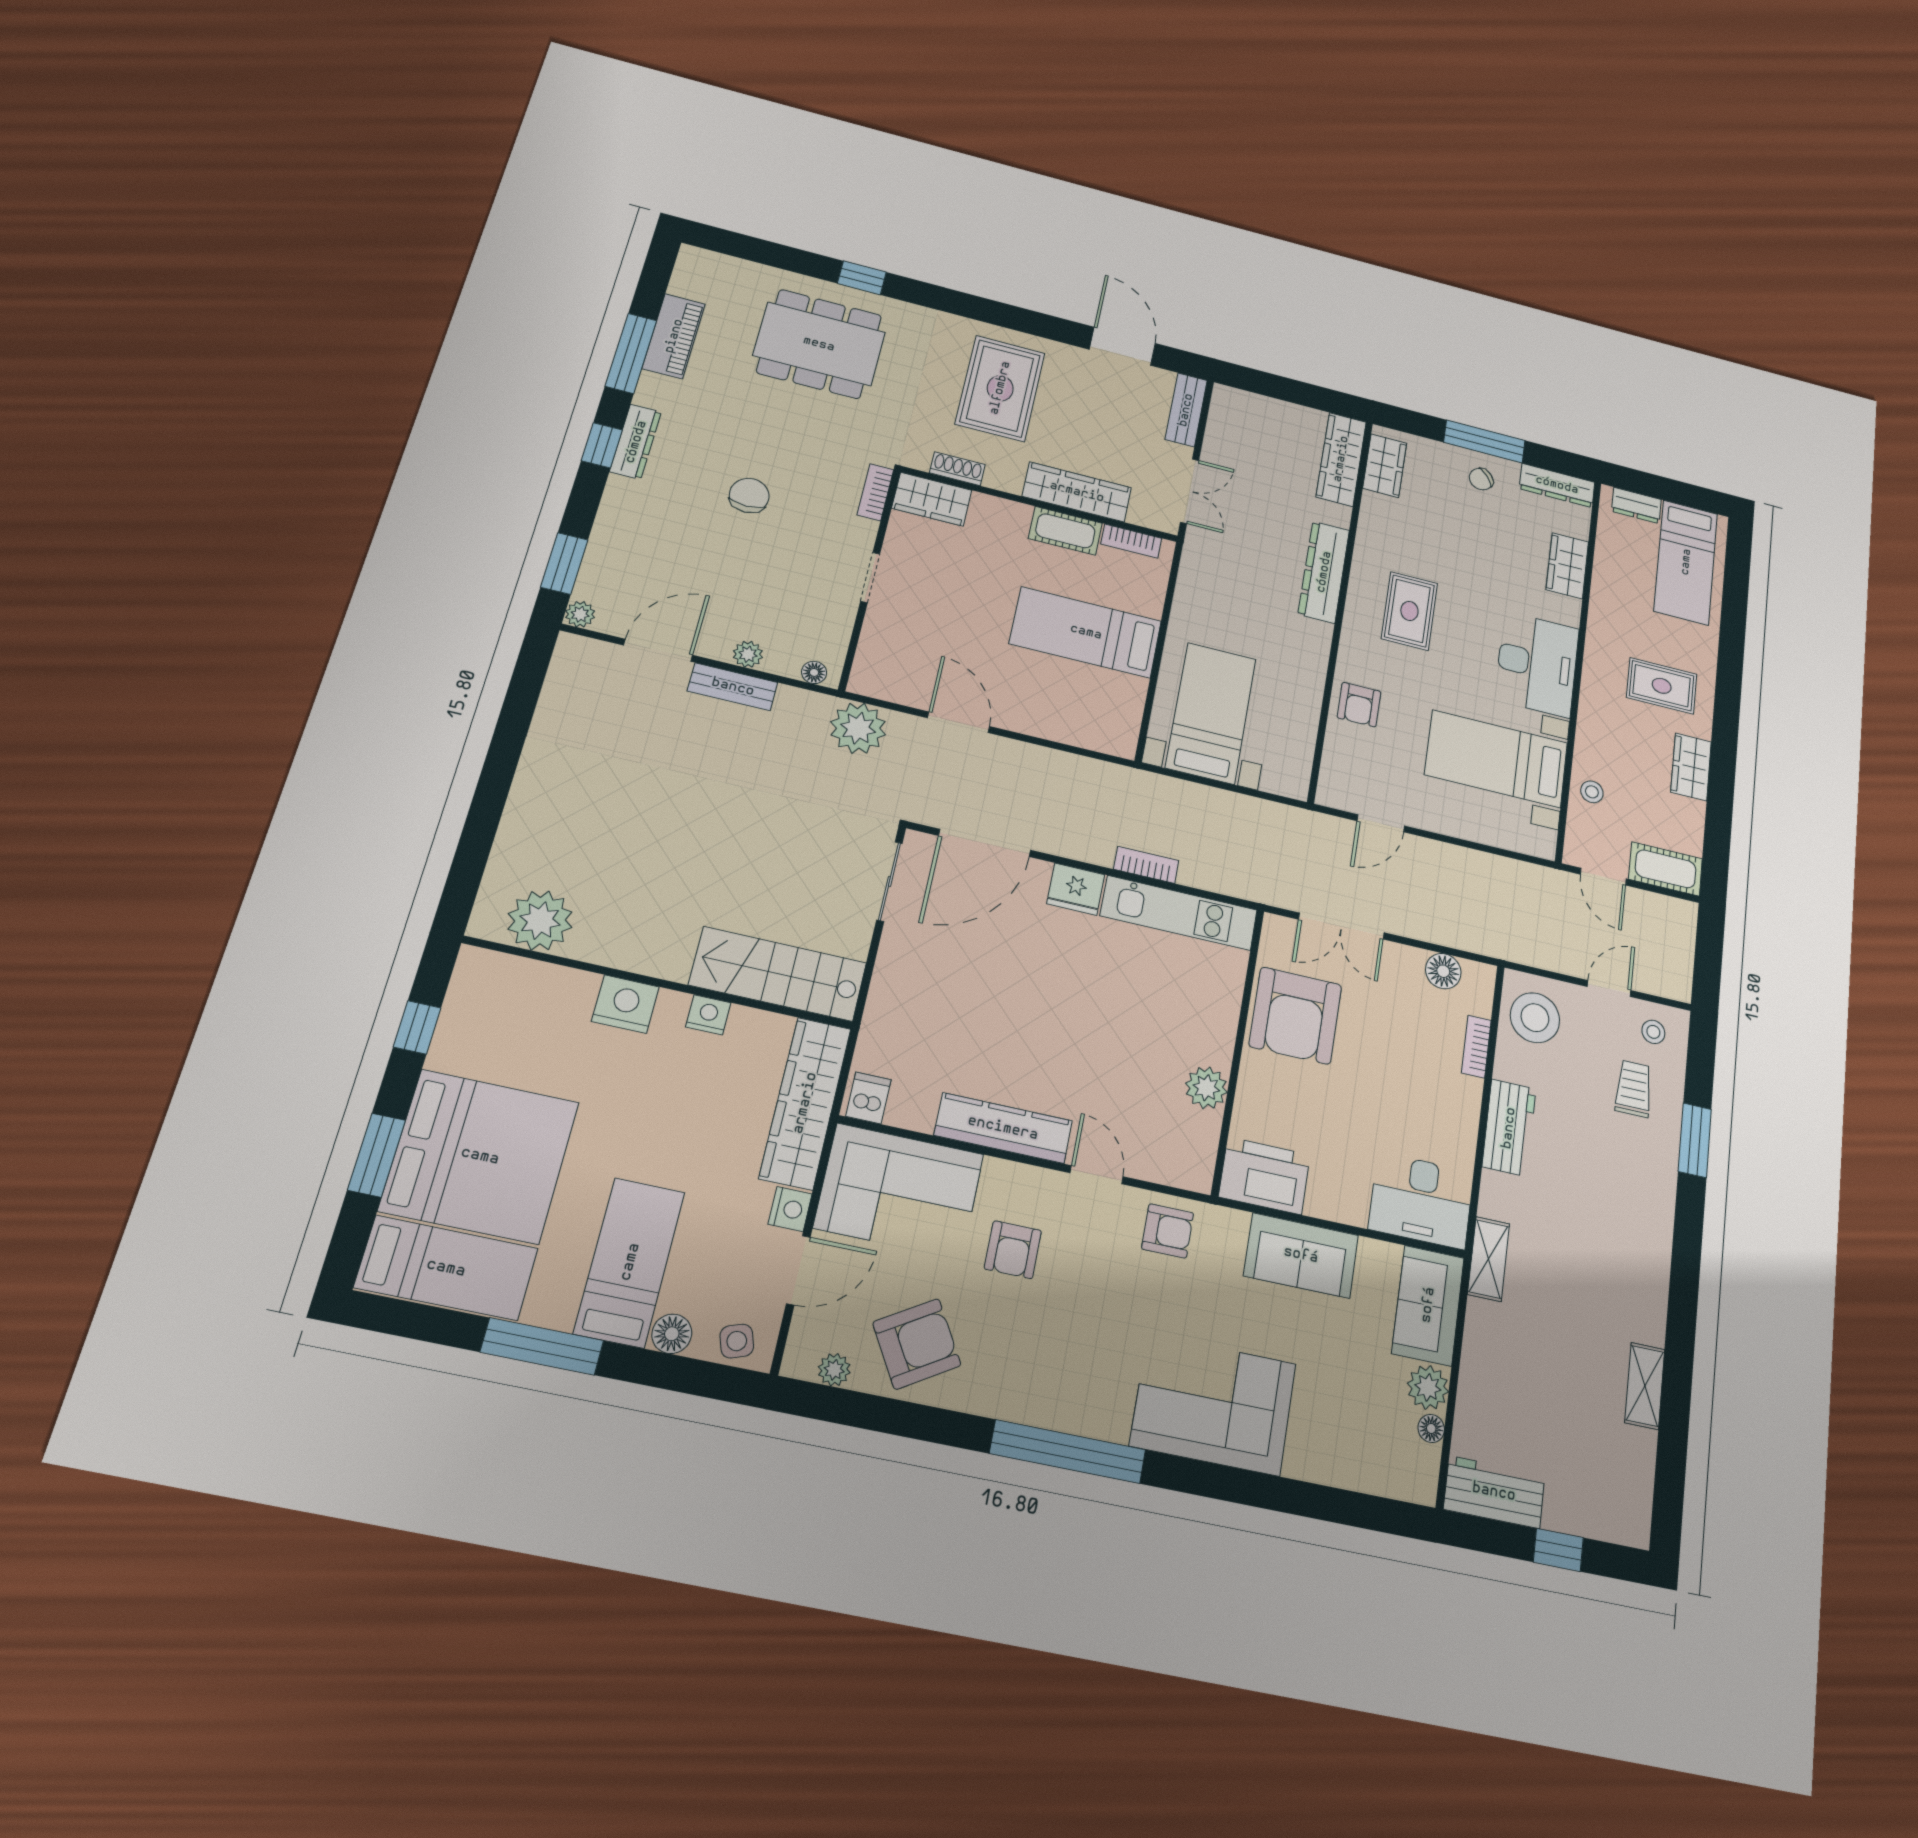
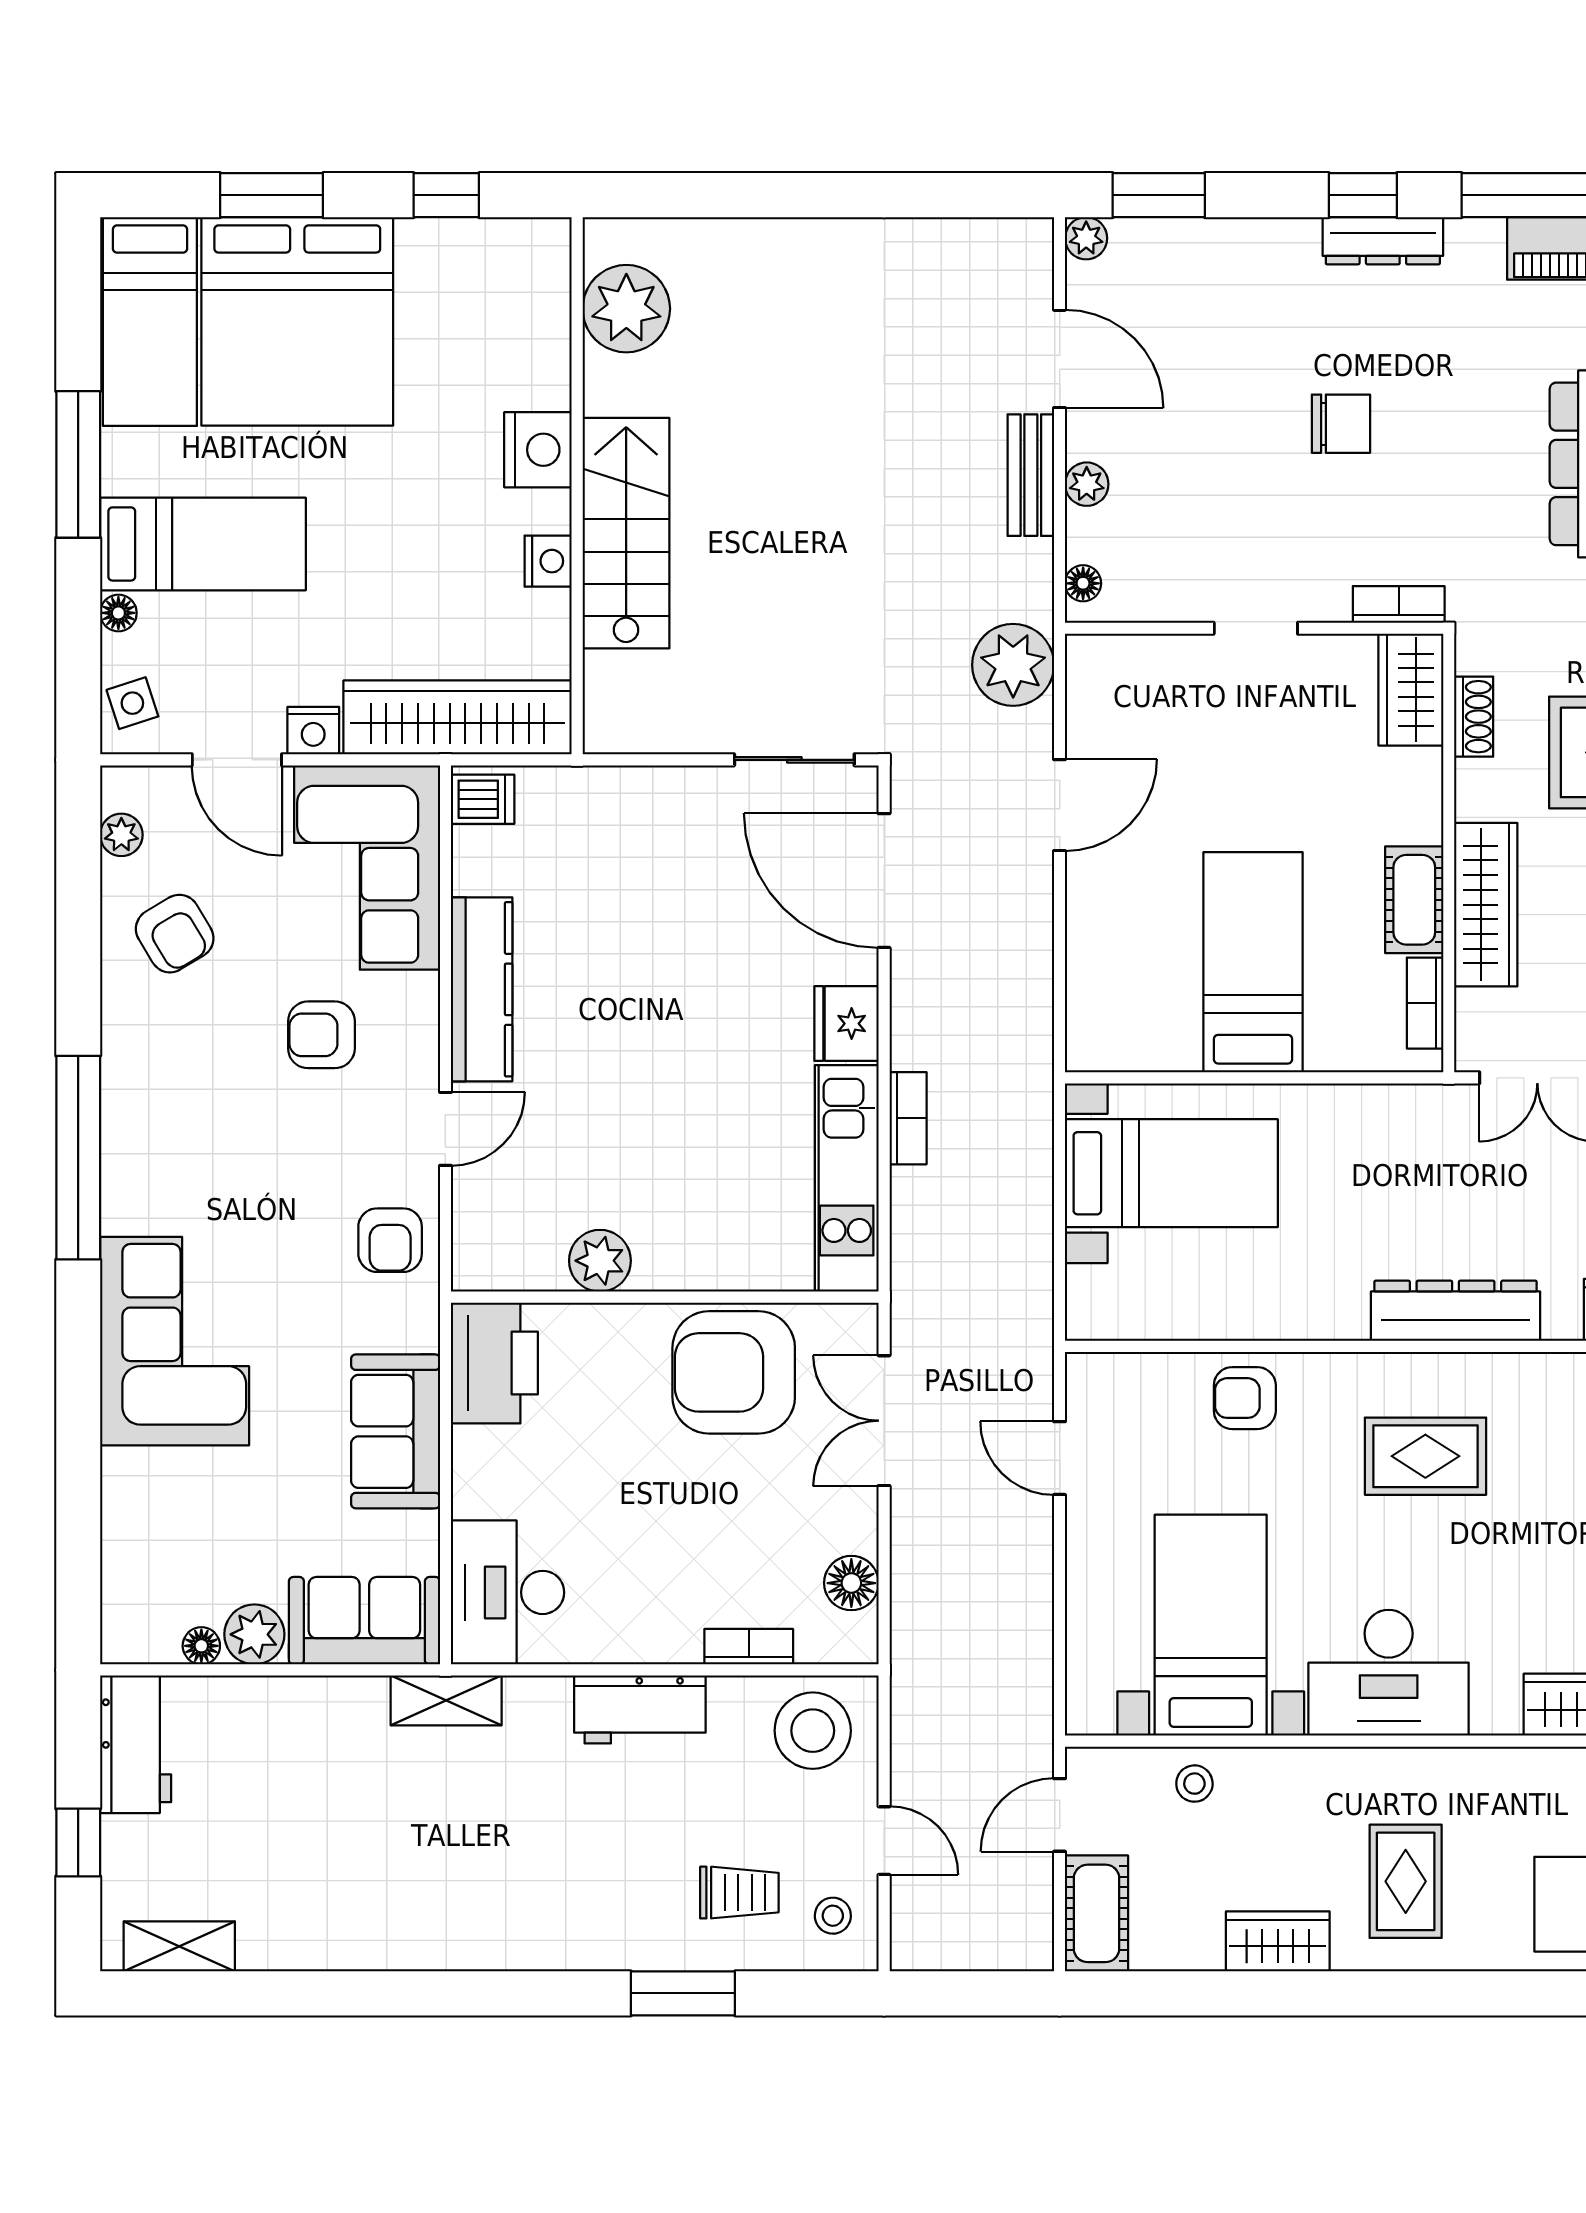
stairs: (778, 974) -> (626, 533), moved
floor lamp: (672, 1334) -> (118, 613), width x0.73, depth x0.73
armchair: (917, 1344) -> (175, 934), width x0.72, depth x0.72
shelving: (1645, 1386) -> (179, 1946), moved

